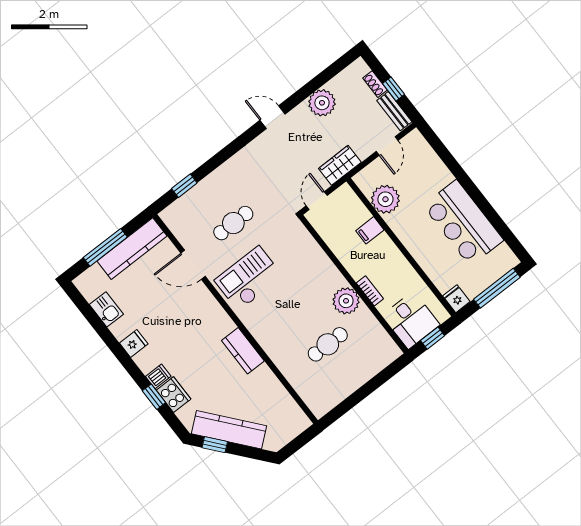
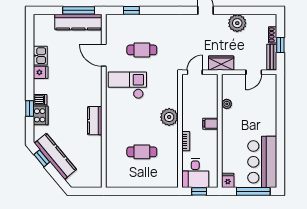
plant: (385, 199) -> (227, 104), width x0.53, depth x0.53
bar counter: (463, 223) -> (262, 162), moved
filing cabinet: (370, 230) -> (210, 124), moved
window: (105, 247) -> (79, 10), moved
plant: (346, 301) -> (169, 117), moved
kitchen sink: (106, 309) -> (40, 56), moved

